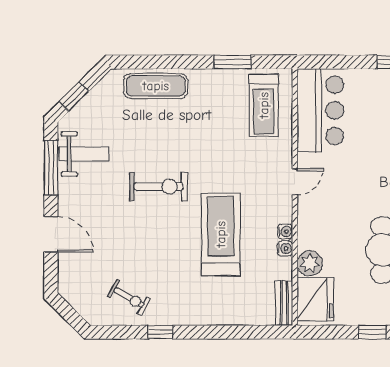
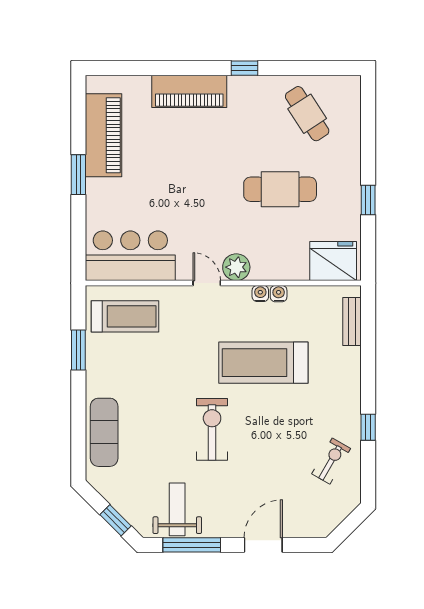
plant: (310, 263) -> (236, 267), moved
bench: (284, 303) -> (352, 321), moved, turned 90

